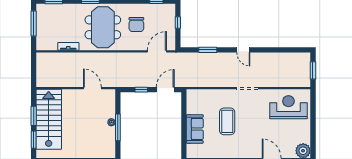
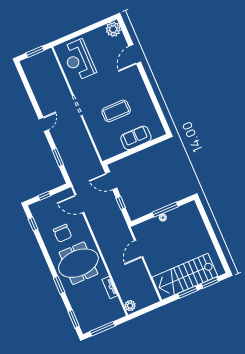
chair: (136, 25) -> (63, 233), turned 90
plant: (44, 58) -> (130, 306), added

